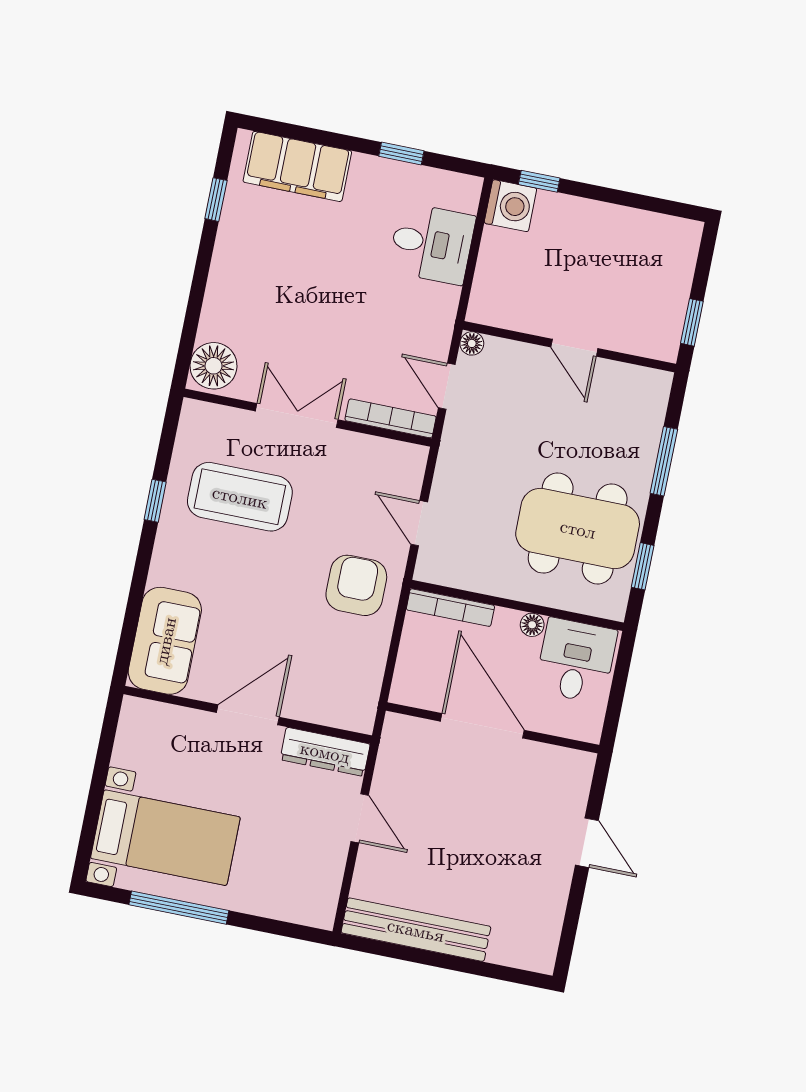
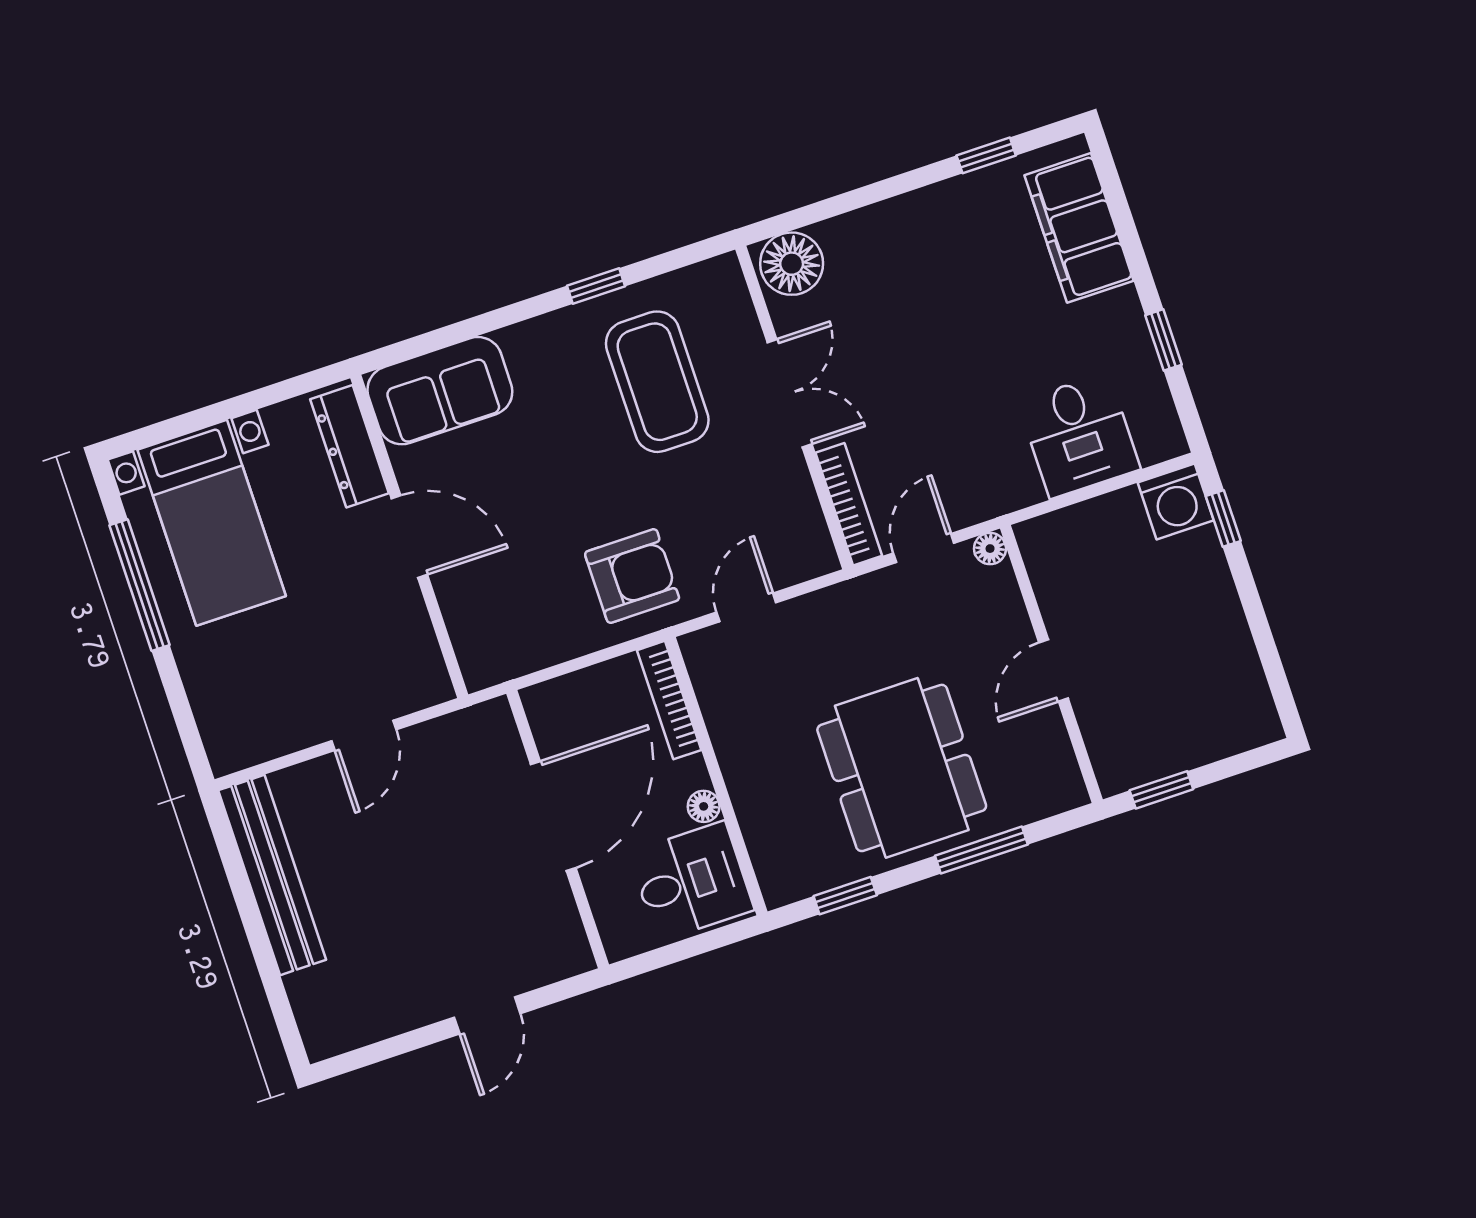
dining table: (578, 529) -> (902, 768), moved
dresser: (325, 752) -> (349, 446), moved

